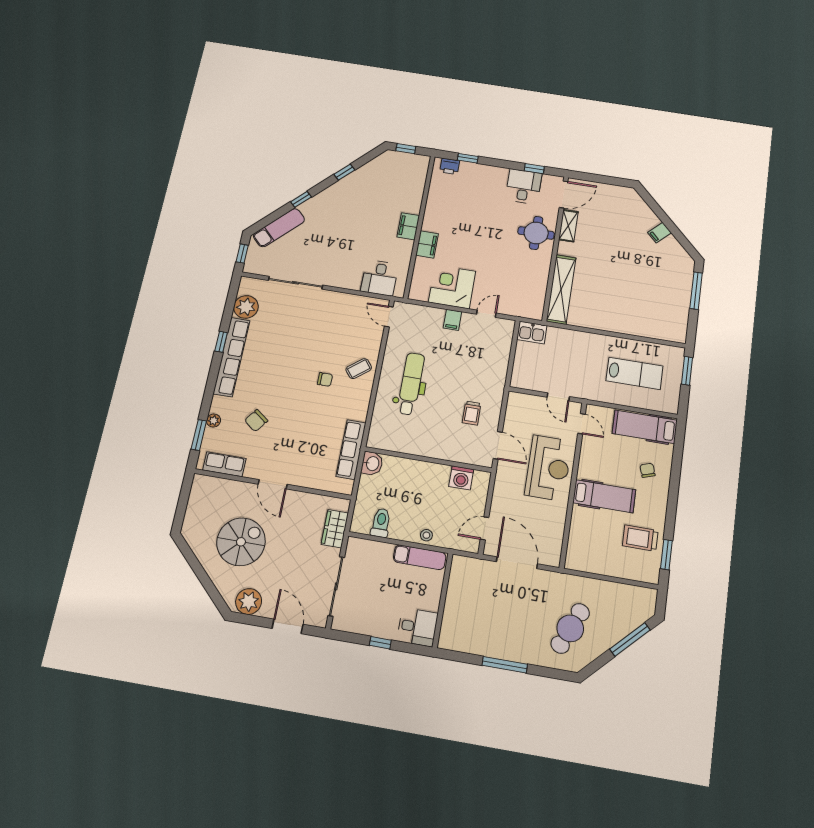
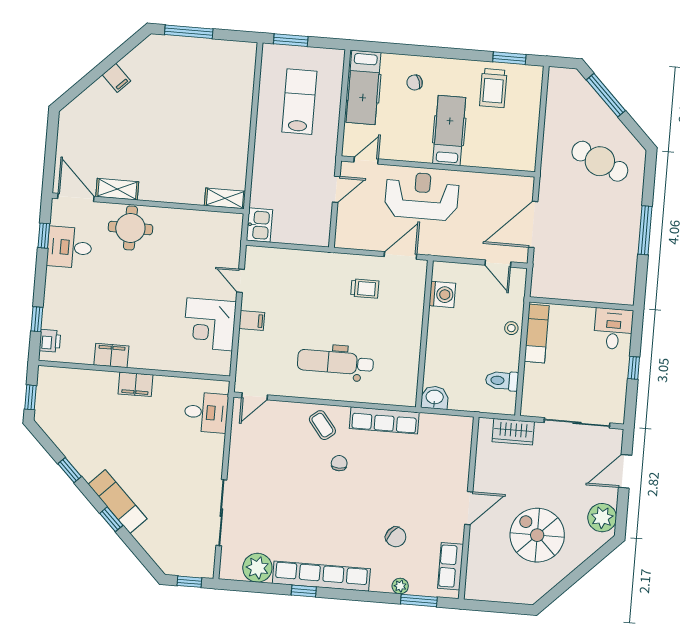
exam couch: (279, 228) -> (118, 502), moved
filing cabinet: (427, 244) -> (111, 355), moved
shelving: (561, 289) -> (225, 198), width x0.45, depth x0.75
row of seats: (351, 450) -> (384, 420), moved

